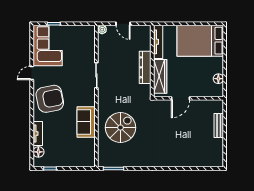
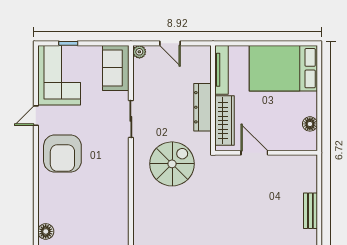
door: (181, 98) -> (254, 153), swing flipped
armchair: (50, 99) -> (62, 154), turned 101
sofa: (86, 122) -> (116, 68), moved
bench: (219, 125) -> (310, 211), moved
spiral stairs: (120, 128) -> (172, 164), moved
tv unit: (38, 134) -> (45, 204), removed

